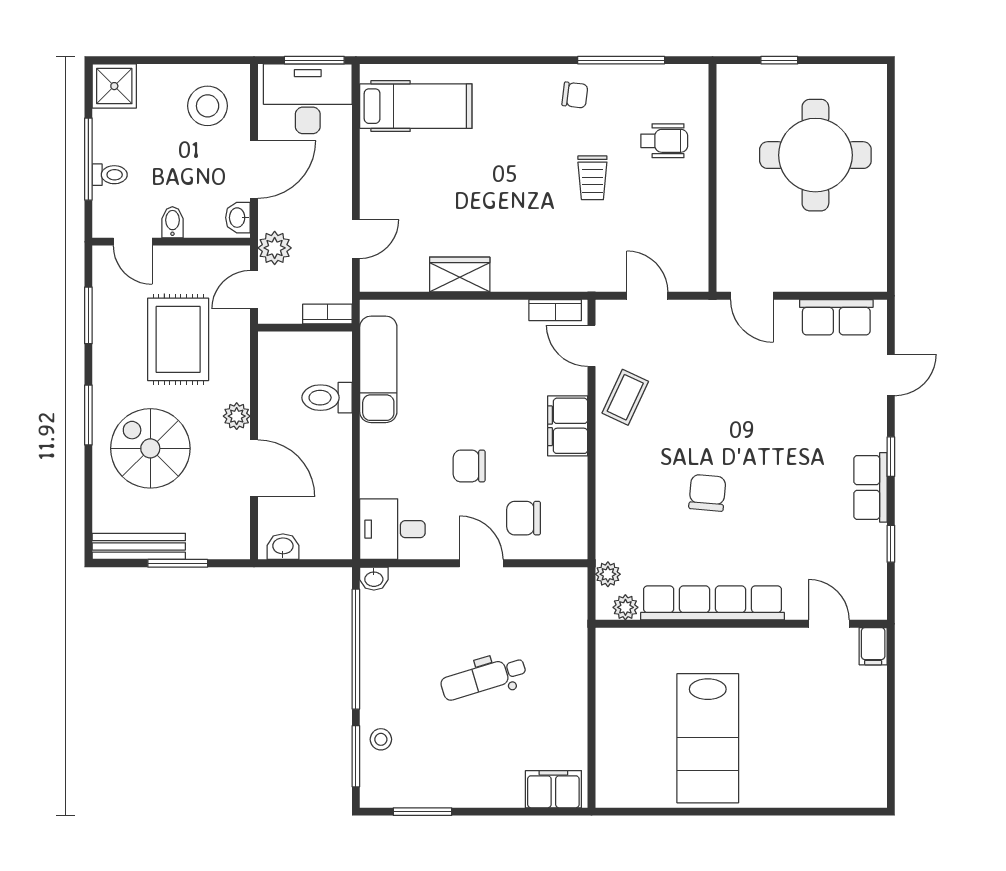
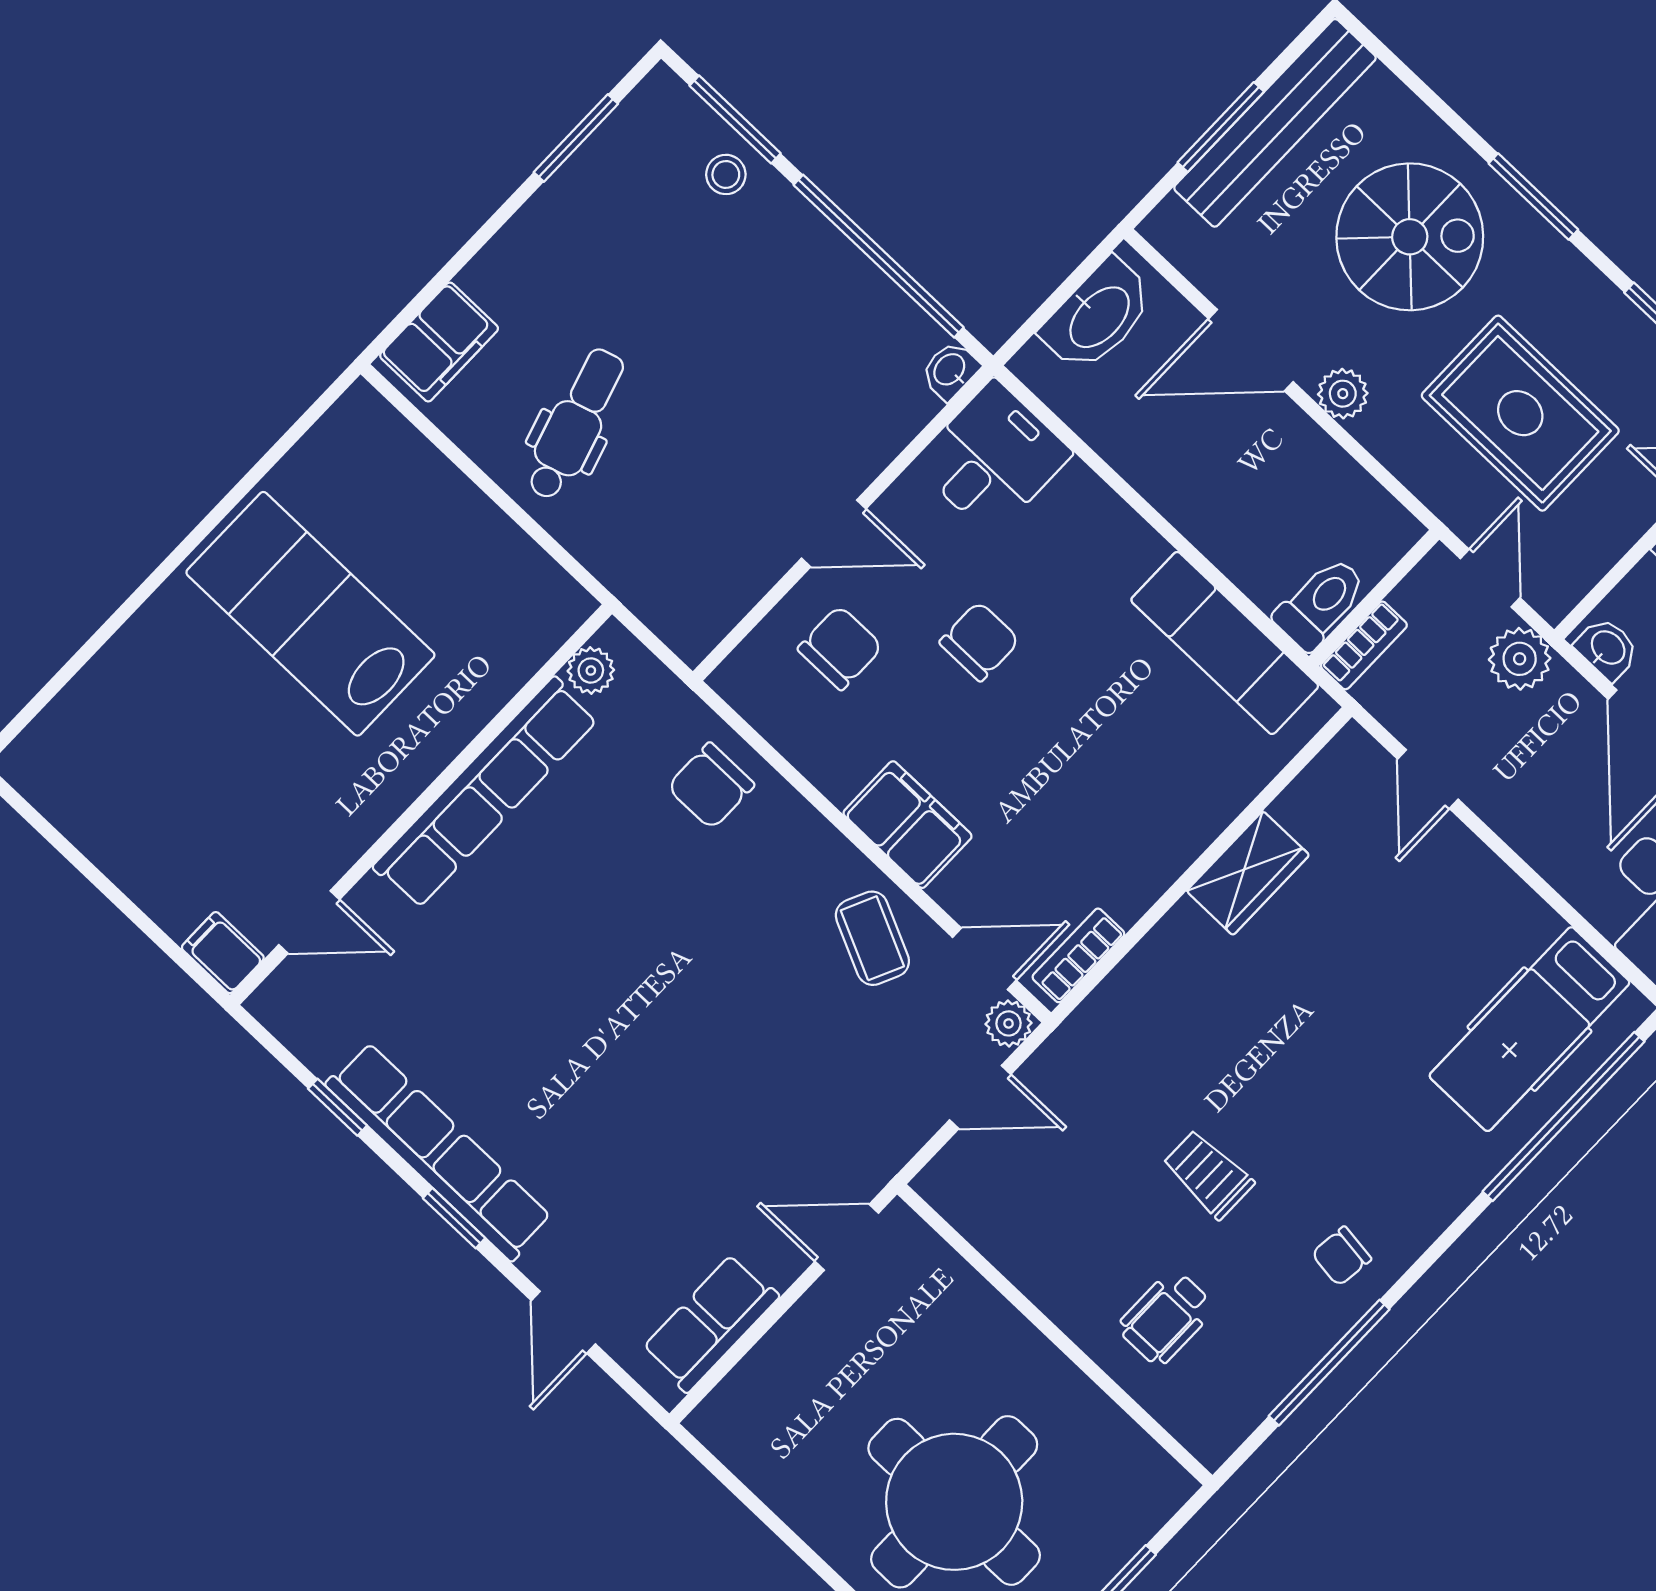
window: (437, 60) -> (1564, 1117), added
toilet: (327, 398) -> (1321, 603), moved
row of seats: (870, 487) -> (439, 1151), width x2.02
chair: (707, 493) -> (711, 786), moved, turned 85
bench: (139, 546) -> (1275, 123), width x1.37, depth x1.21
washbasin: (283, 547) -> (1098, 316), width x1.91, depth x1.45
plant: (608, 574) -> (1009, 1023), moved
dental chair: (483, 678) -> (575, 424), moved

